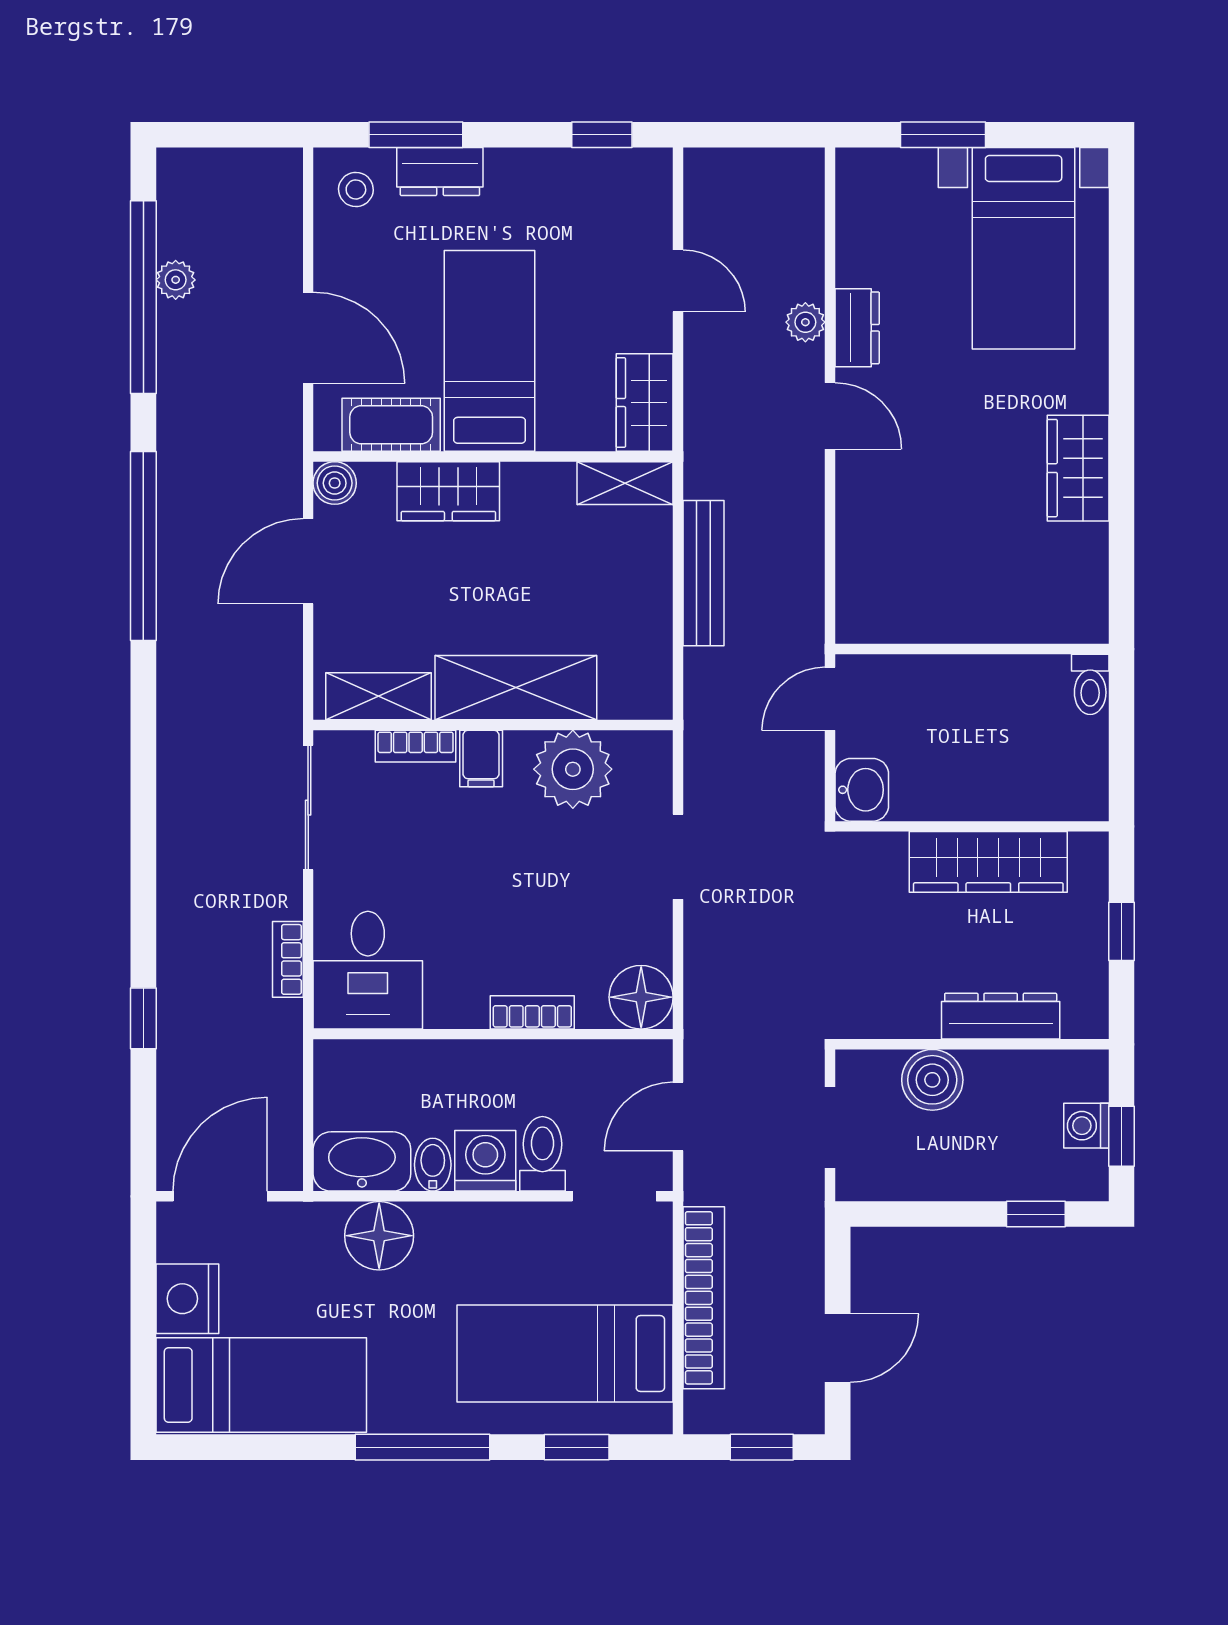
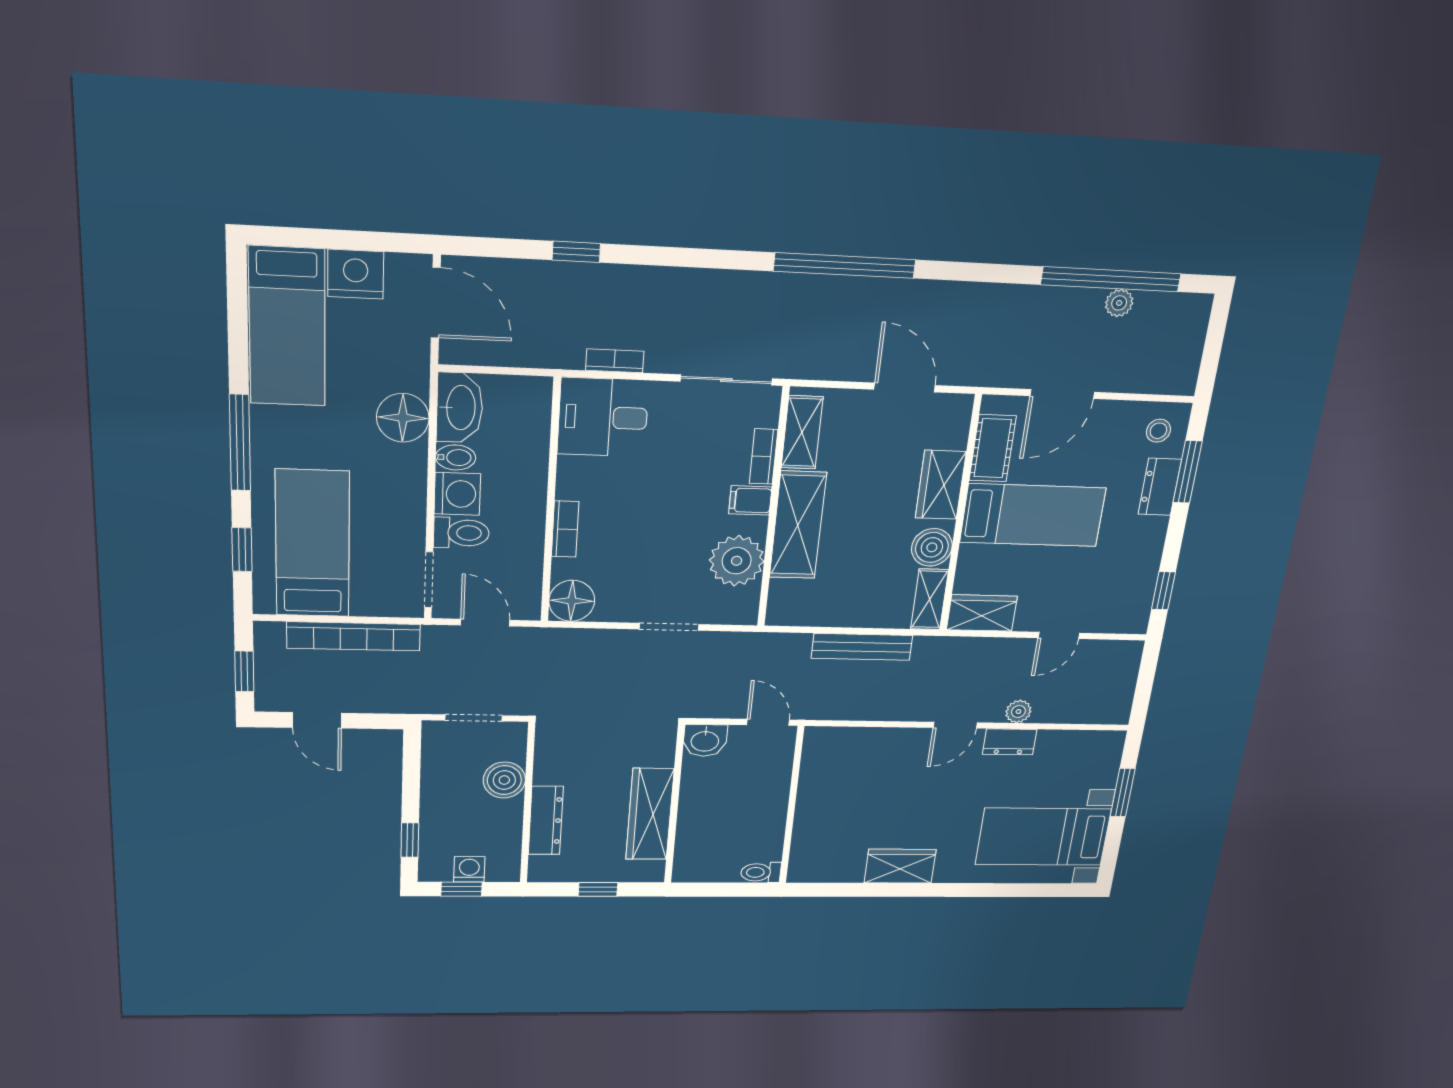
boiler: (335, 483) -> (932, 547), moved, width x1.36, depth x1.36
window: (143, 546) -> (845, 266), moved

